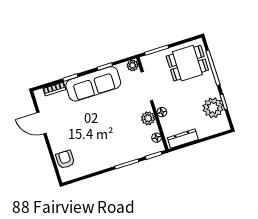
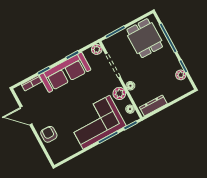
dining table: (187, 63) -> (145, 38), turned 90
plant: (213, 108) -> (181, 75), width x0.53, depth x0.53
corner sofa: (117, 145) -> (96, 122), added
armchair: (65, 159) -> (49, 134), moved

